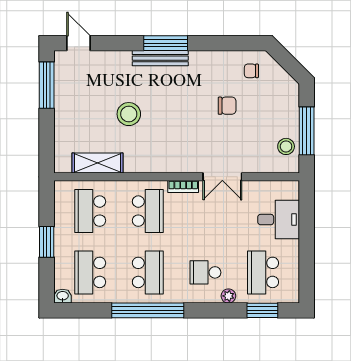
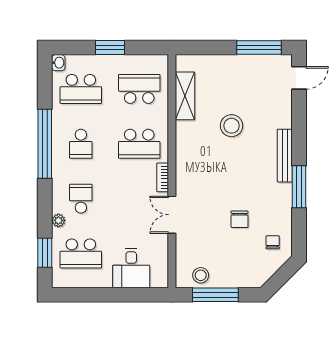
window: (166, 43) -> (299, 187), moved
school desk: (90, 272) -> (81, 89), turned 180
school desk: (148, 272) -> (81, 144), width x0.54
school desk: (263, 272) -> (81, 253), turned 180

